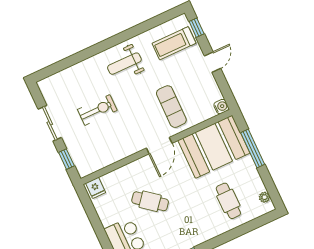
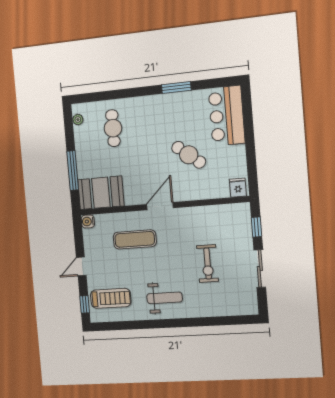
exercise mat: (171, 107) -> (135, 239), turned 90
exercise bike: (97, 110) -> (208, 264), turned -90
booth: (214, 147) -> (101, 193), width x0.73, depth x0.70

